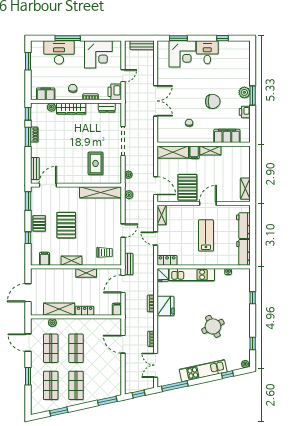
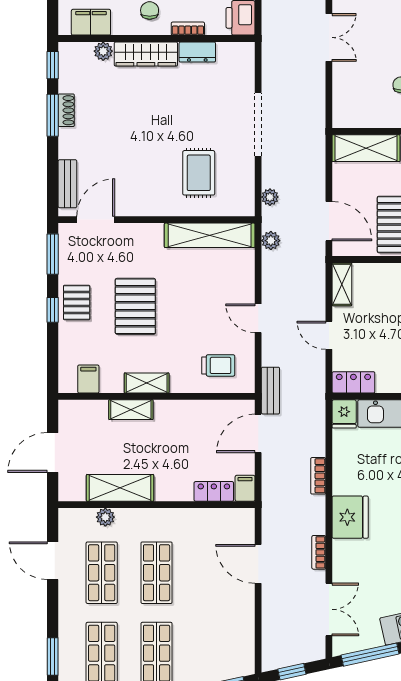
double door: (156, 101) -> (329, 37), width x0.73
dresser: (107, 108) -> (197, 52), moved
door: (123, 231) -> (258, 318), swing flipped
window: (28, 238) -> (53, 310), moved
shelving: (86, 273) -> (131, 410), moved
fridge: (166, 306) -> (350, 517), moved
locker: (85, 311) -> (214, 491), moved
double door: (156, 365) -> (329, 609), swing flipped
window: (28, 376) -> (53, 657), moved

